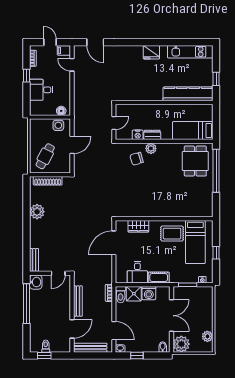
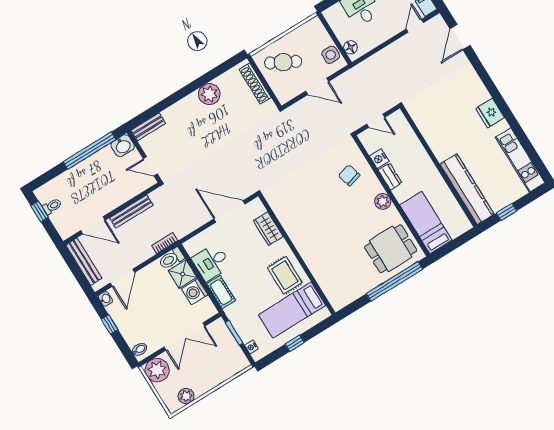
plant: (151, 148) -> (383, 201), moved

